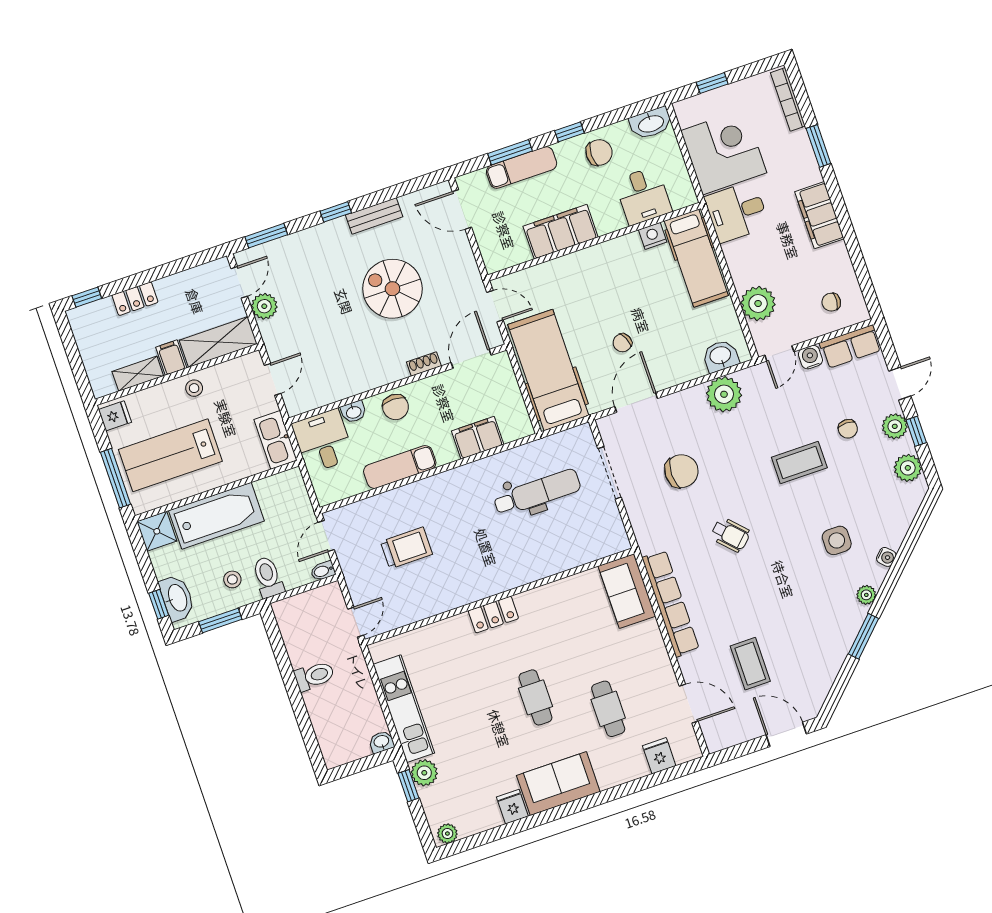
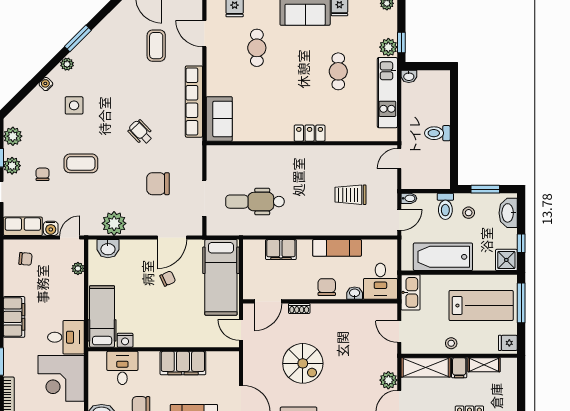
plant: (758, 303) -> (78, 268), width x0.53, depth x0.53
door: (273, 379) -> (399, 332), hinge flipped
bathtub: (216, 516) -> (443, 257), moved
window: (159, 604) -> (521, 243), moved
cafe table: (535, 697) -> (338, 71), moved

